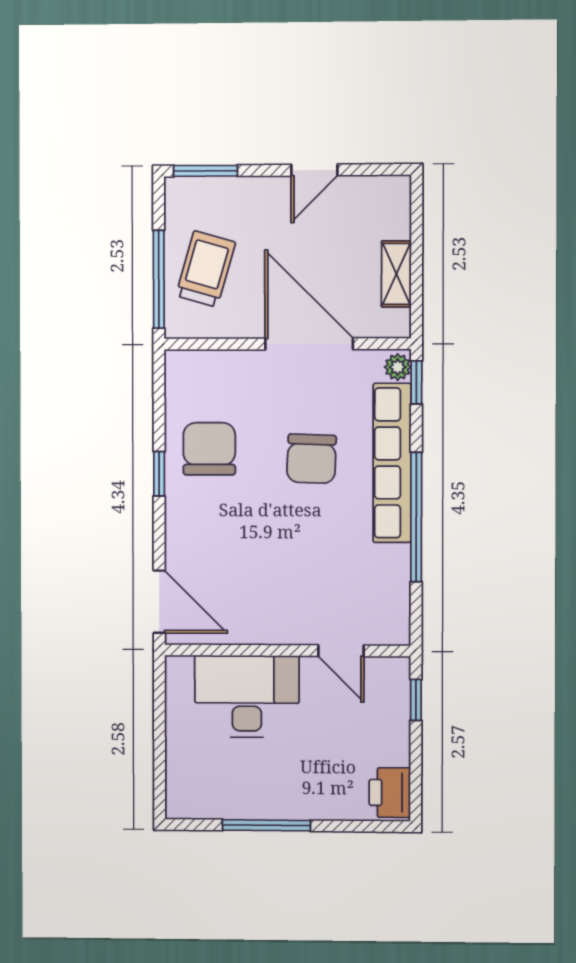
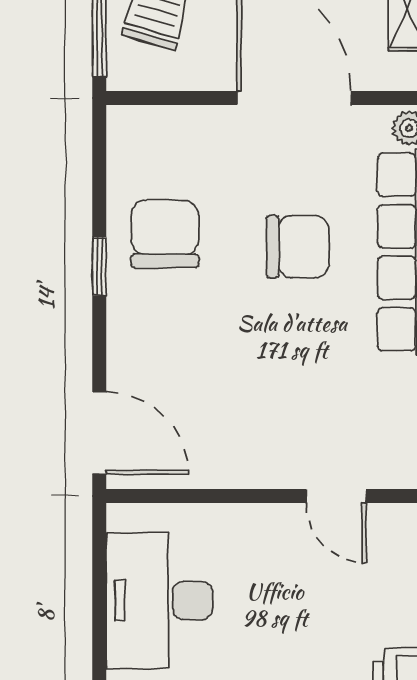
chair: (311, 459) -> (298, 247), turned -92
desk: (247, 696) -> (160, 601), moved, turned -90

